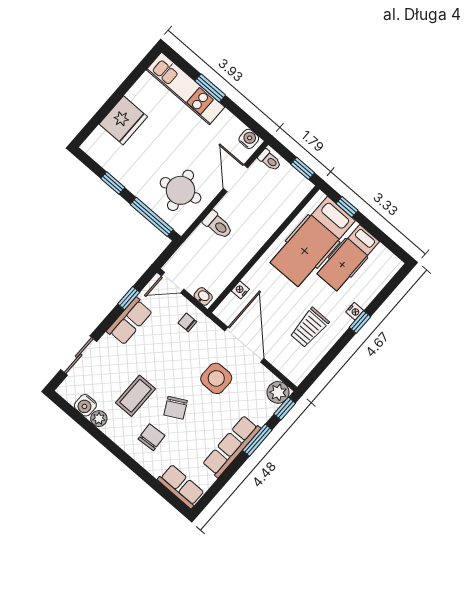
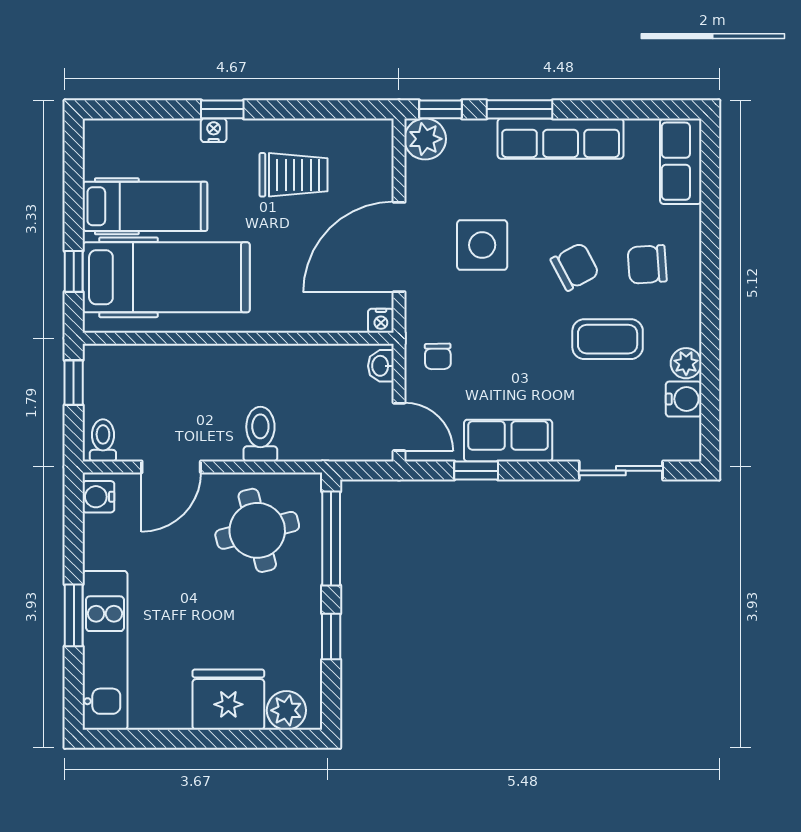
plant: (99, 140) -> (286, 710), added
nightstand: (240, 290) -> (381, 321), moved

